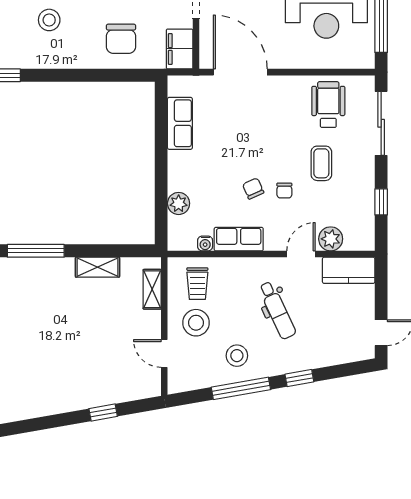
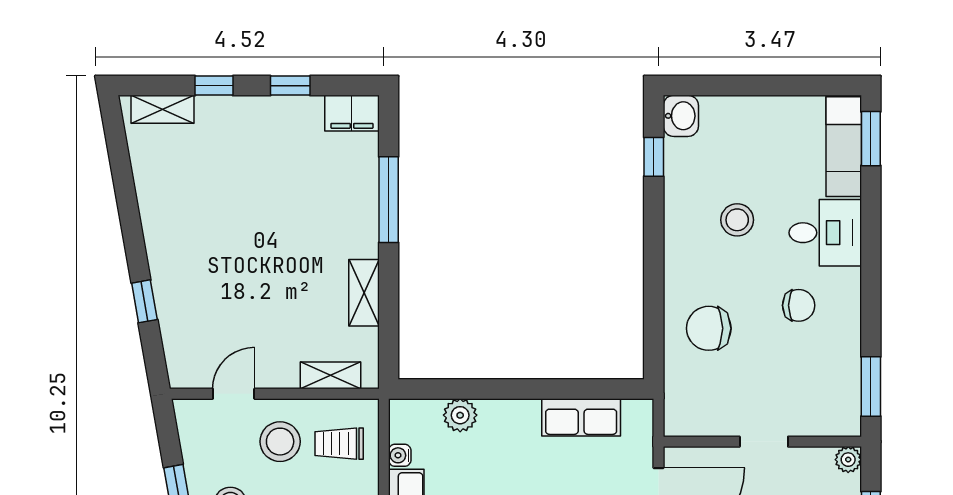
filing cabinet: (180, 49) -> (693, 417), removed

